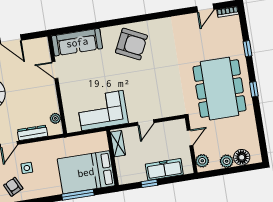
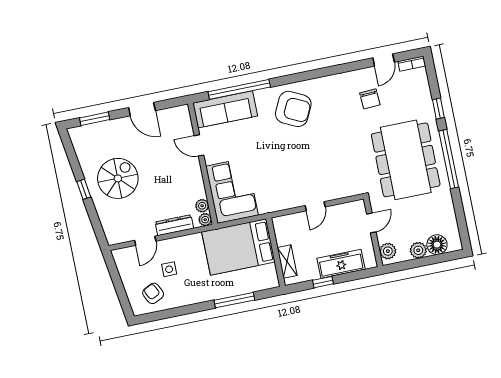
window: (89, 27) -> (239, 89), added
chair: (193, 39) -> (370, 99), added
window: (254, 89) -> (449, 159), width x3.17
corner sofa: (102, 111) -> (232, 191), moved, turned 90
plant: (57, 130) -> (205, 220), added
shelving: (118, 144) -> (287, 262), moved
bed: (86, 172) -> (238, 247), moved

